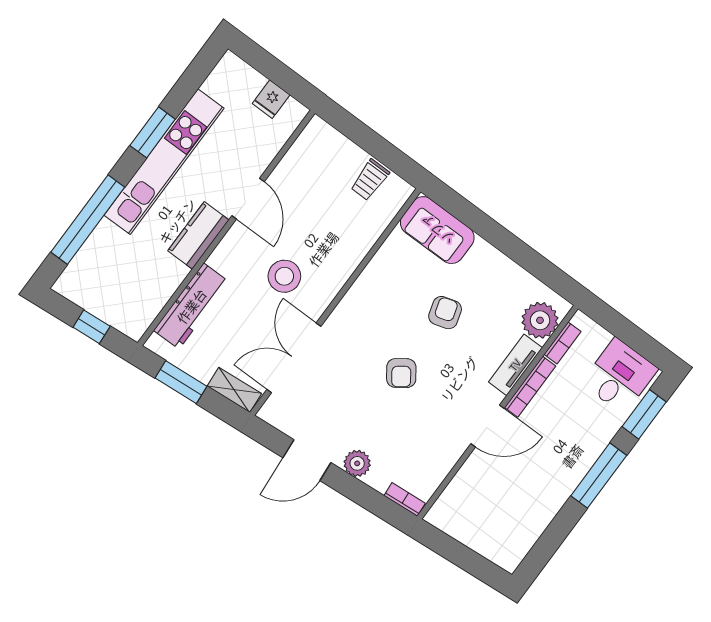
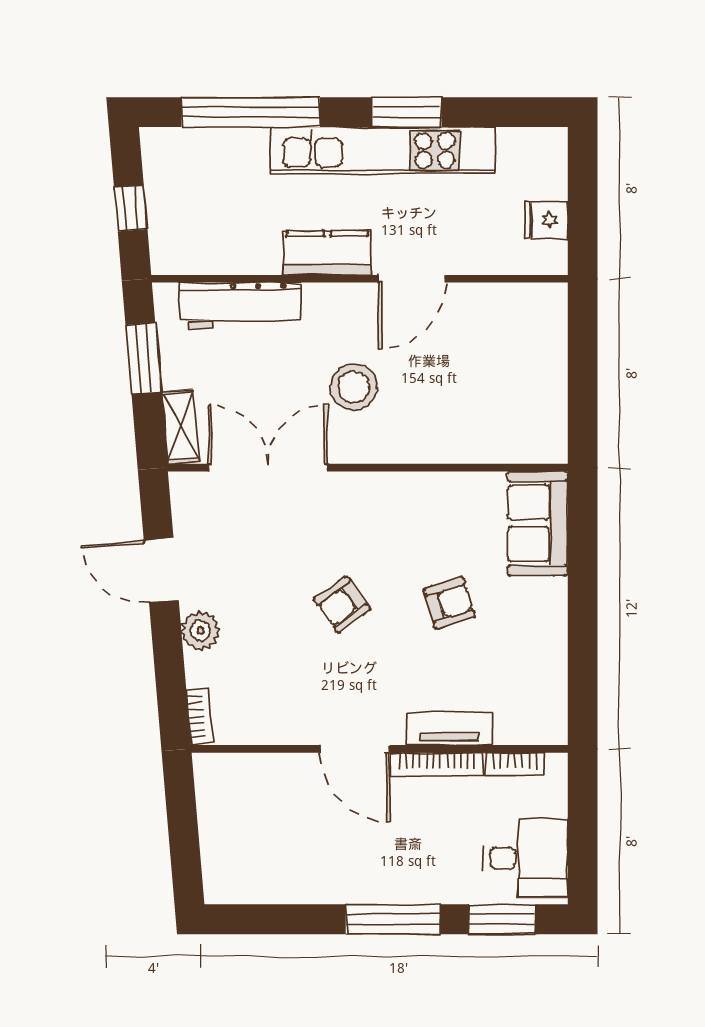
trolley: (370, 180) -> (538, 403), removed
plant: (540, 320) -> (522, 719), removed

